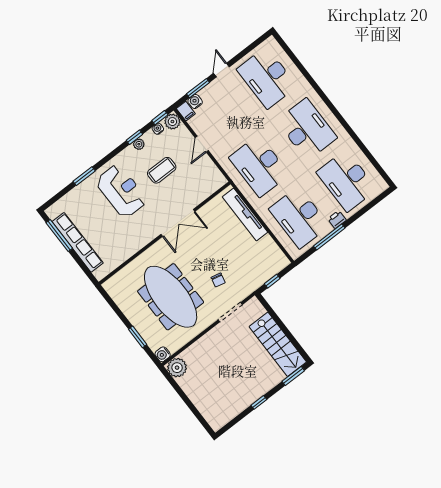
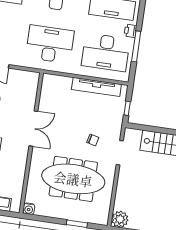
desk: (259, 166) -> (50, 44), turned 180
tv unit: (245, 215) -> (96, 87), moved
water cooler: (163, 354) -> (29, 209), moved

